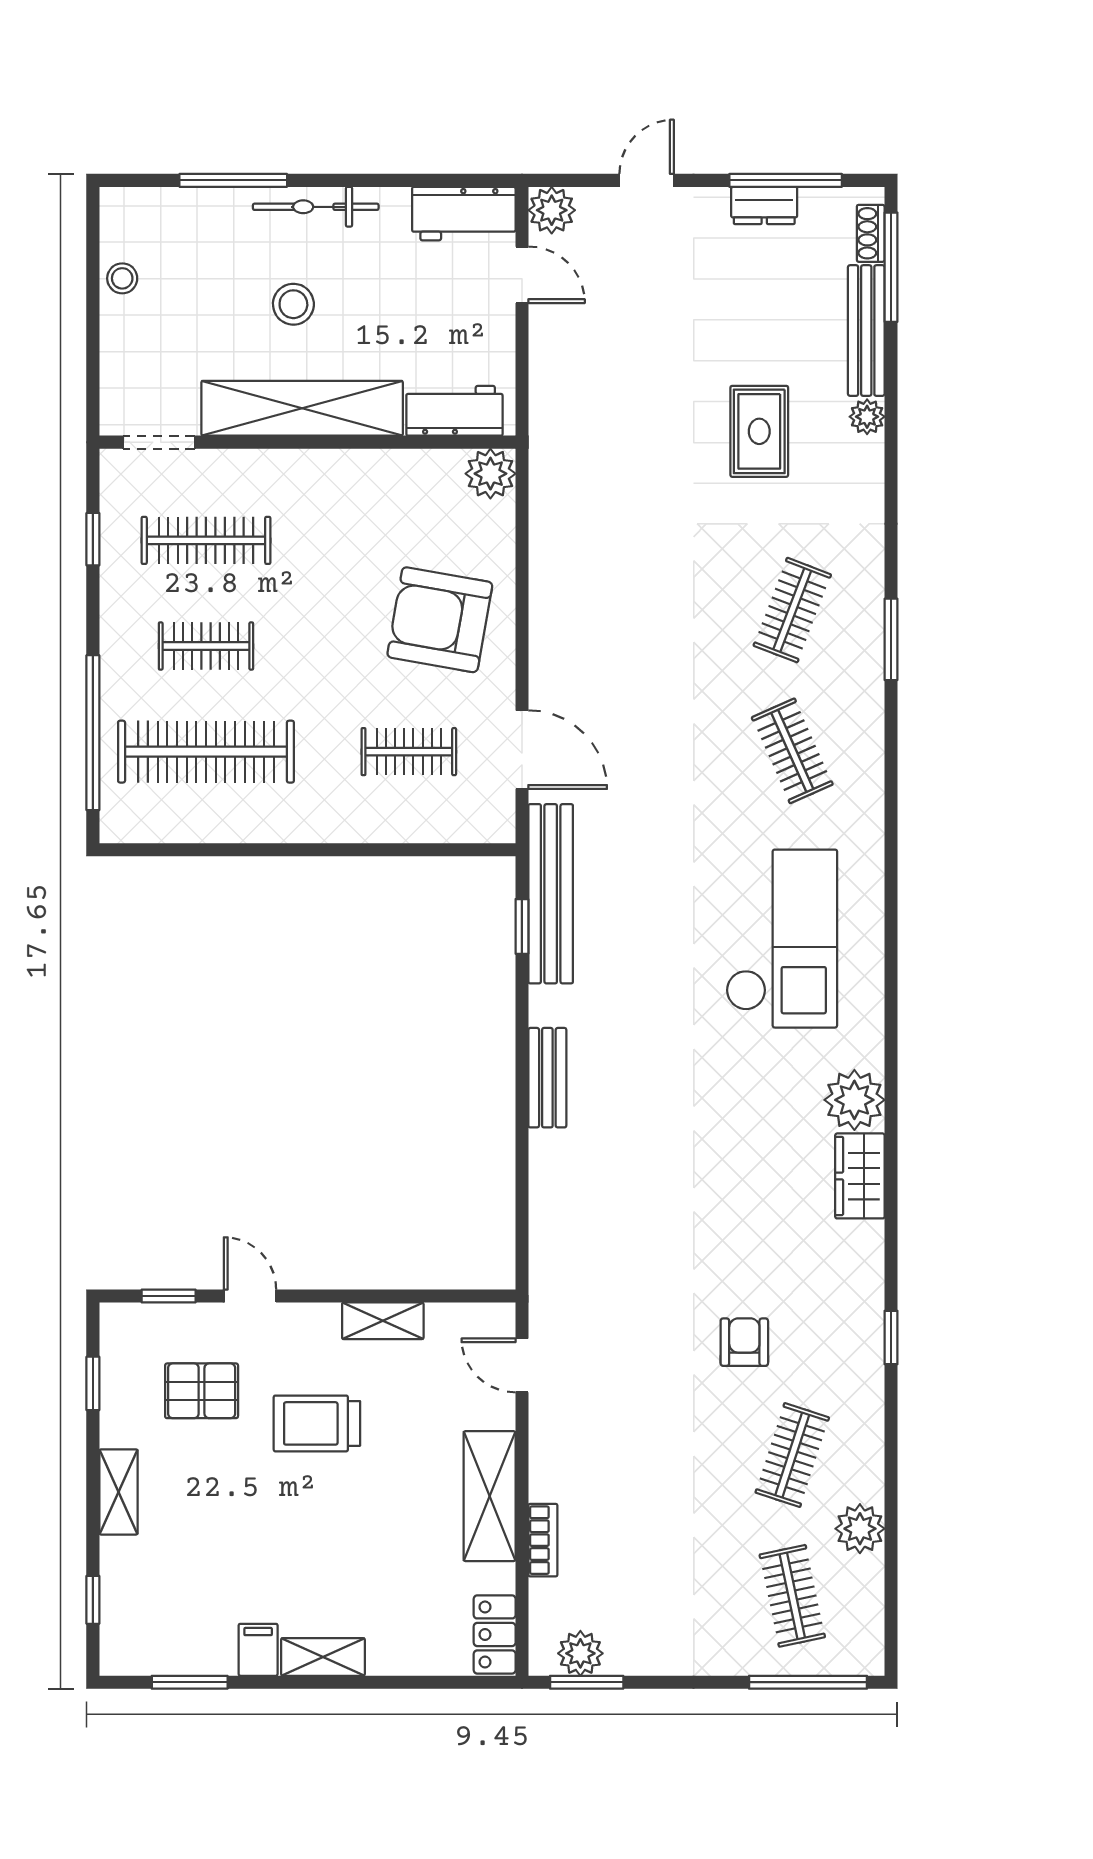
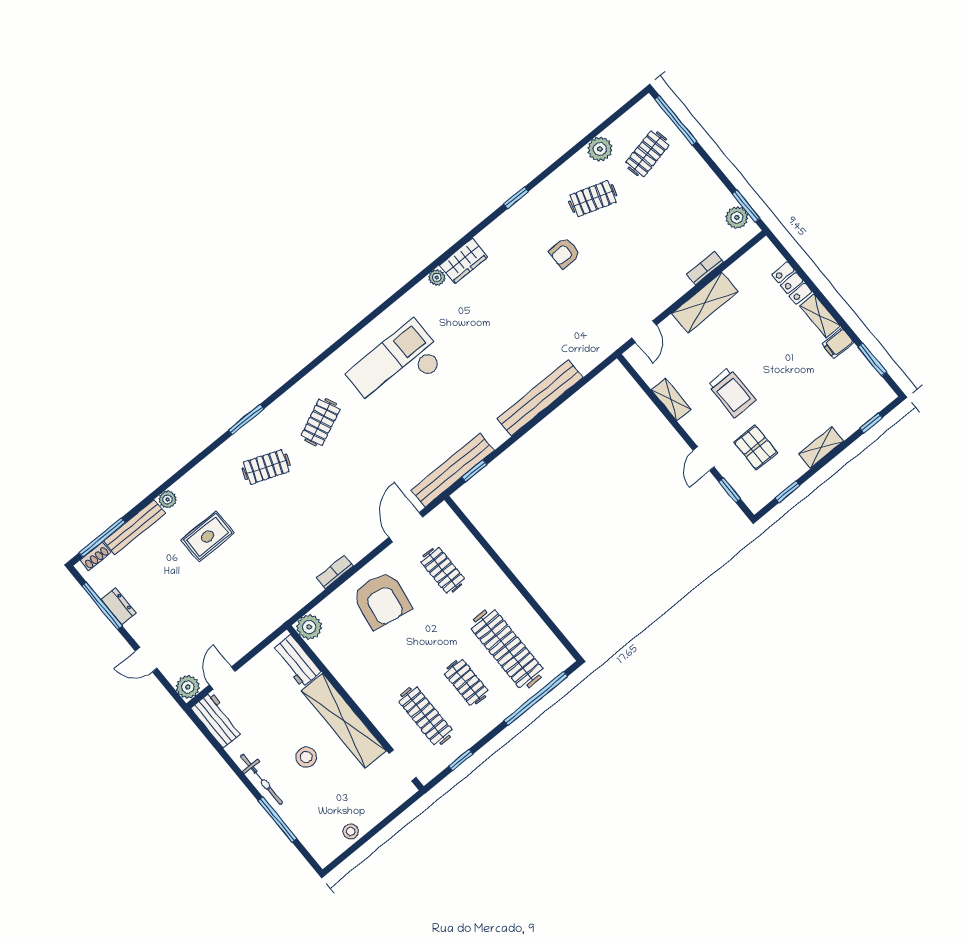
bookcase: (543, 583) -> (335, 572), added
bench: (547, 1078) -> (540, 398), width x1.86, depth x1.21
plant: (854, 1100) -> (437, 277), width x0.53, depth x0.53
locker: (495, 1634) -> (792, 283), moved, turned 90

